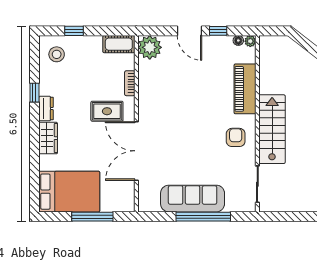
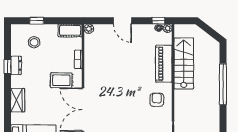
window: (218, 31) -> (158, 21), moved
plant: (150, 47) -> (89, 29), width x0.53, depth x0.53
stool: (57, 54) -> (34, 42), moved
dresser: (46, 109) -> (16, 65), moved
stairs: (272, 129) -> (184, 63), moved

